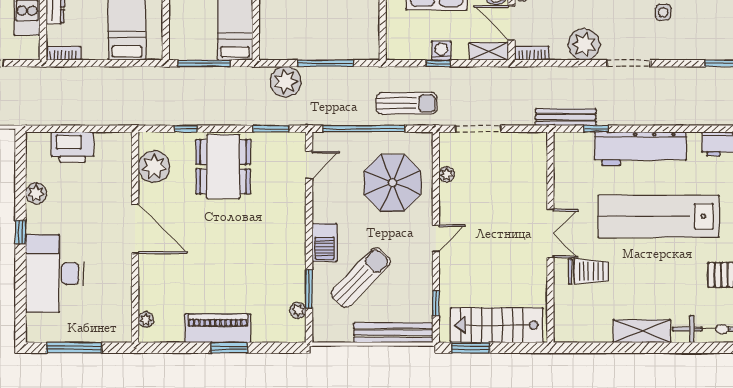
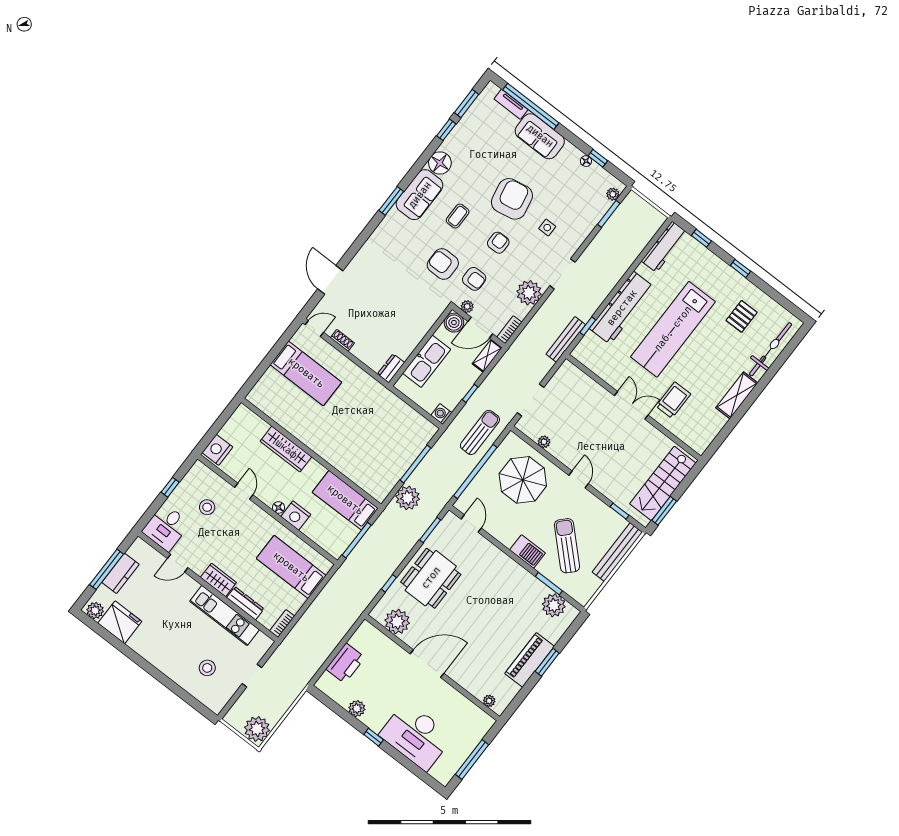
washing machine: (441, 51) -> (441, 414), moved
dining table: (223, 167) -> (431, 578), turned 90
plant: (298, 310) -> (554, 605), width x1.88, depth x1.88

